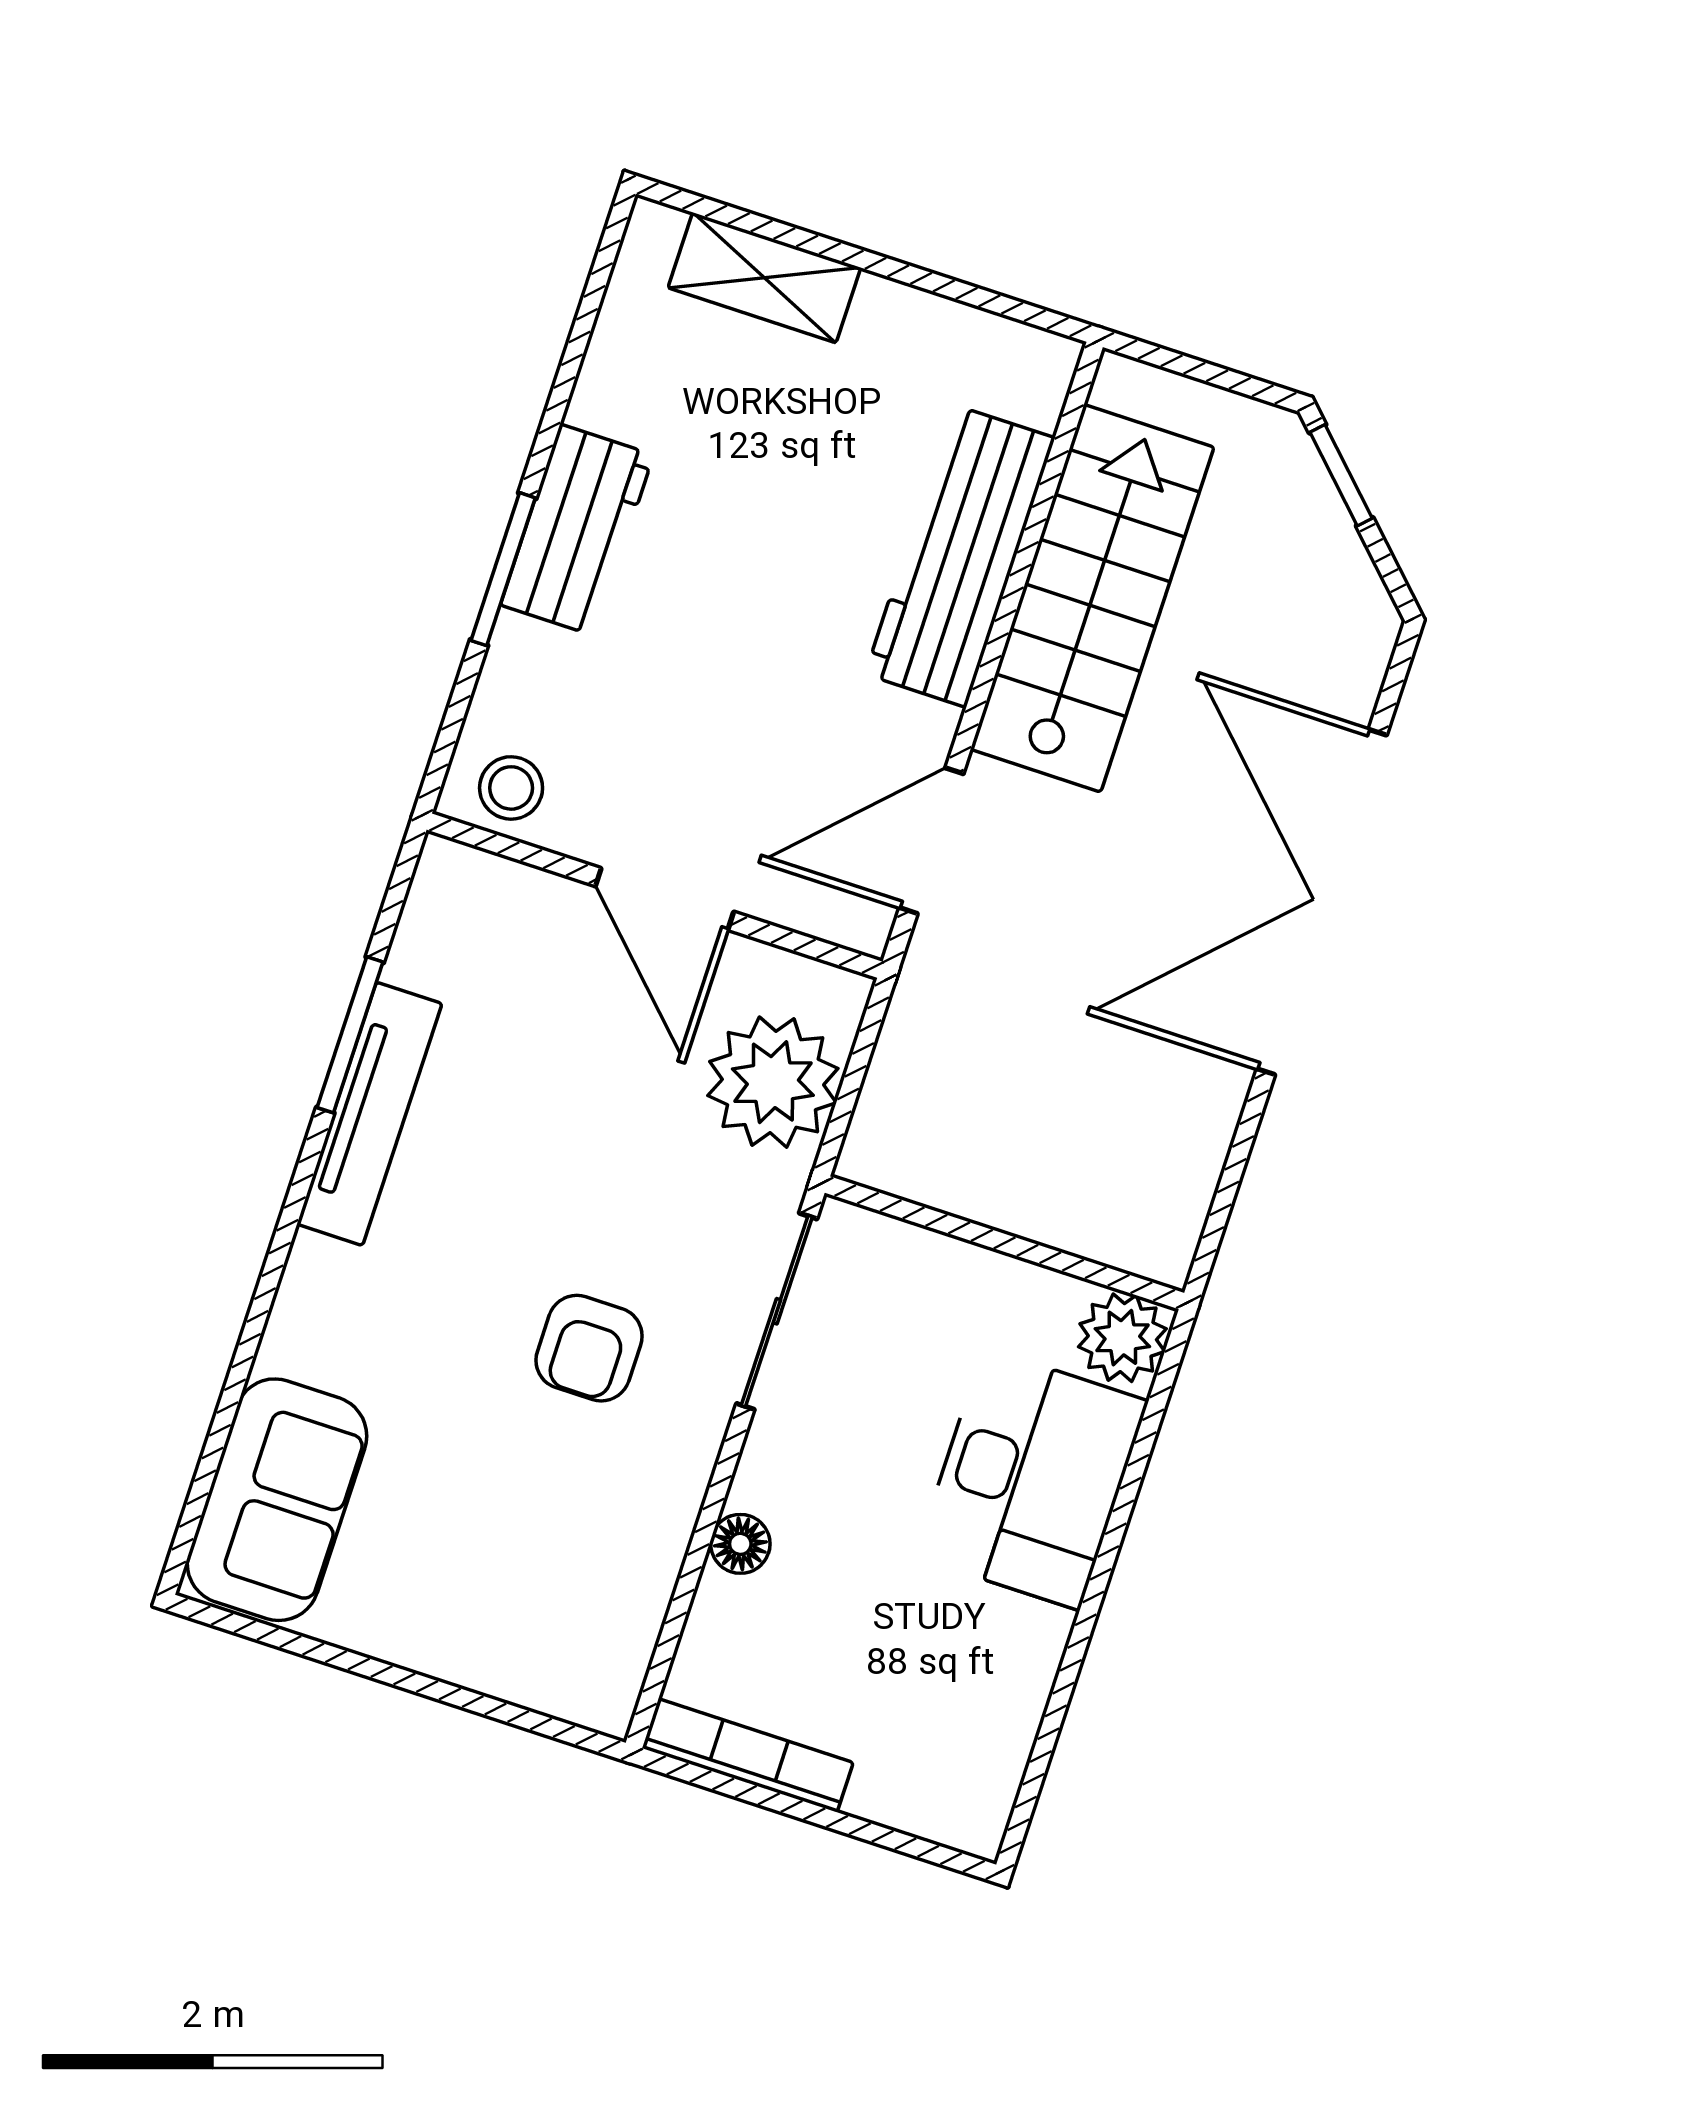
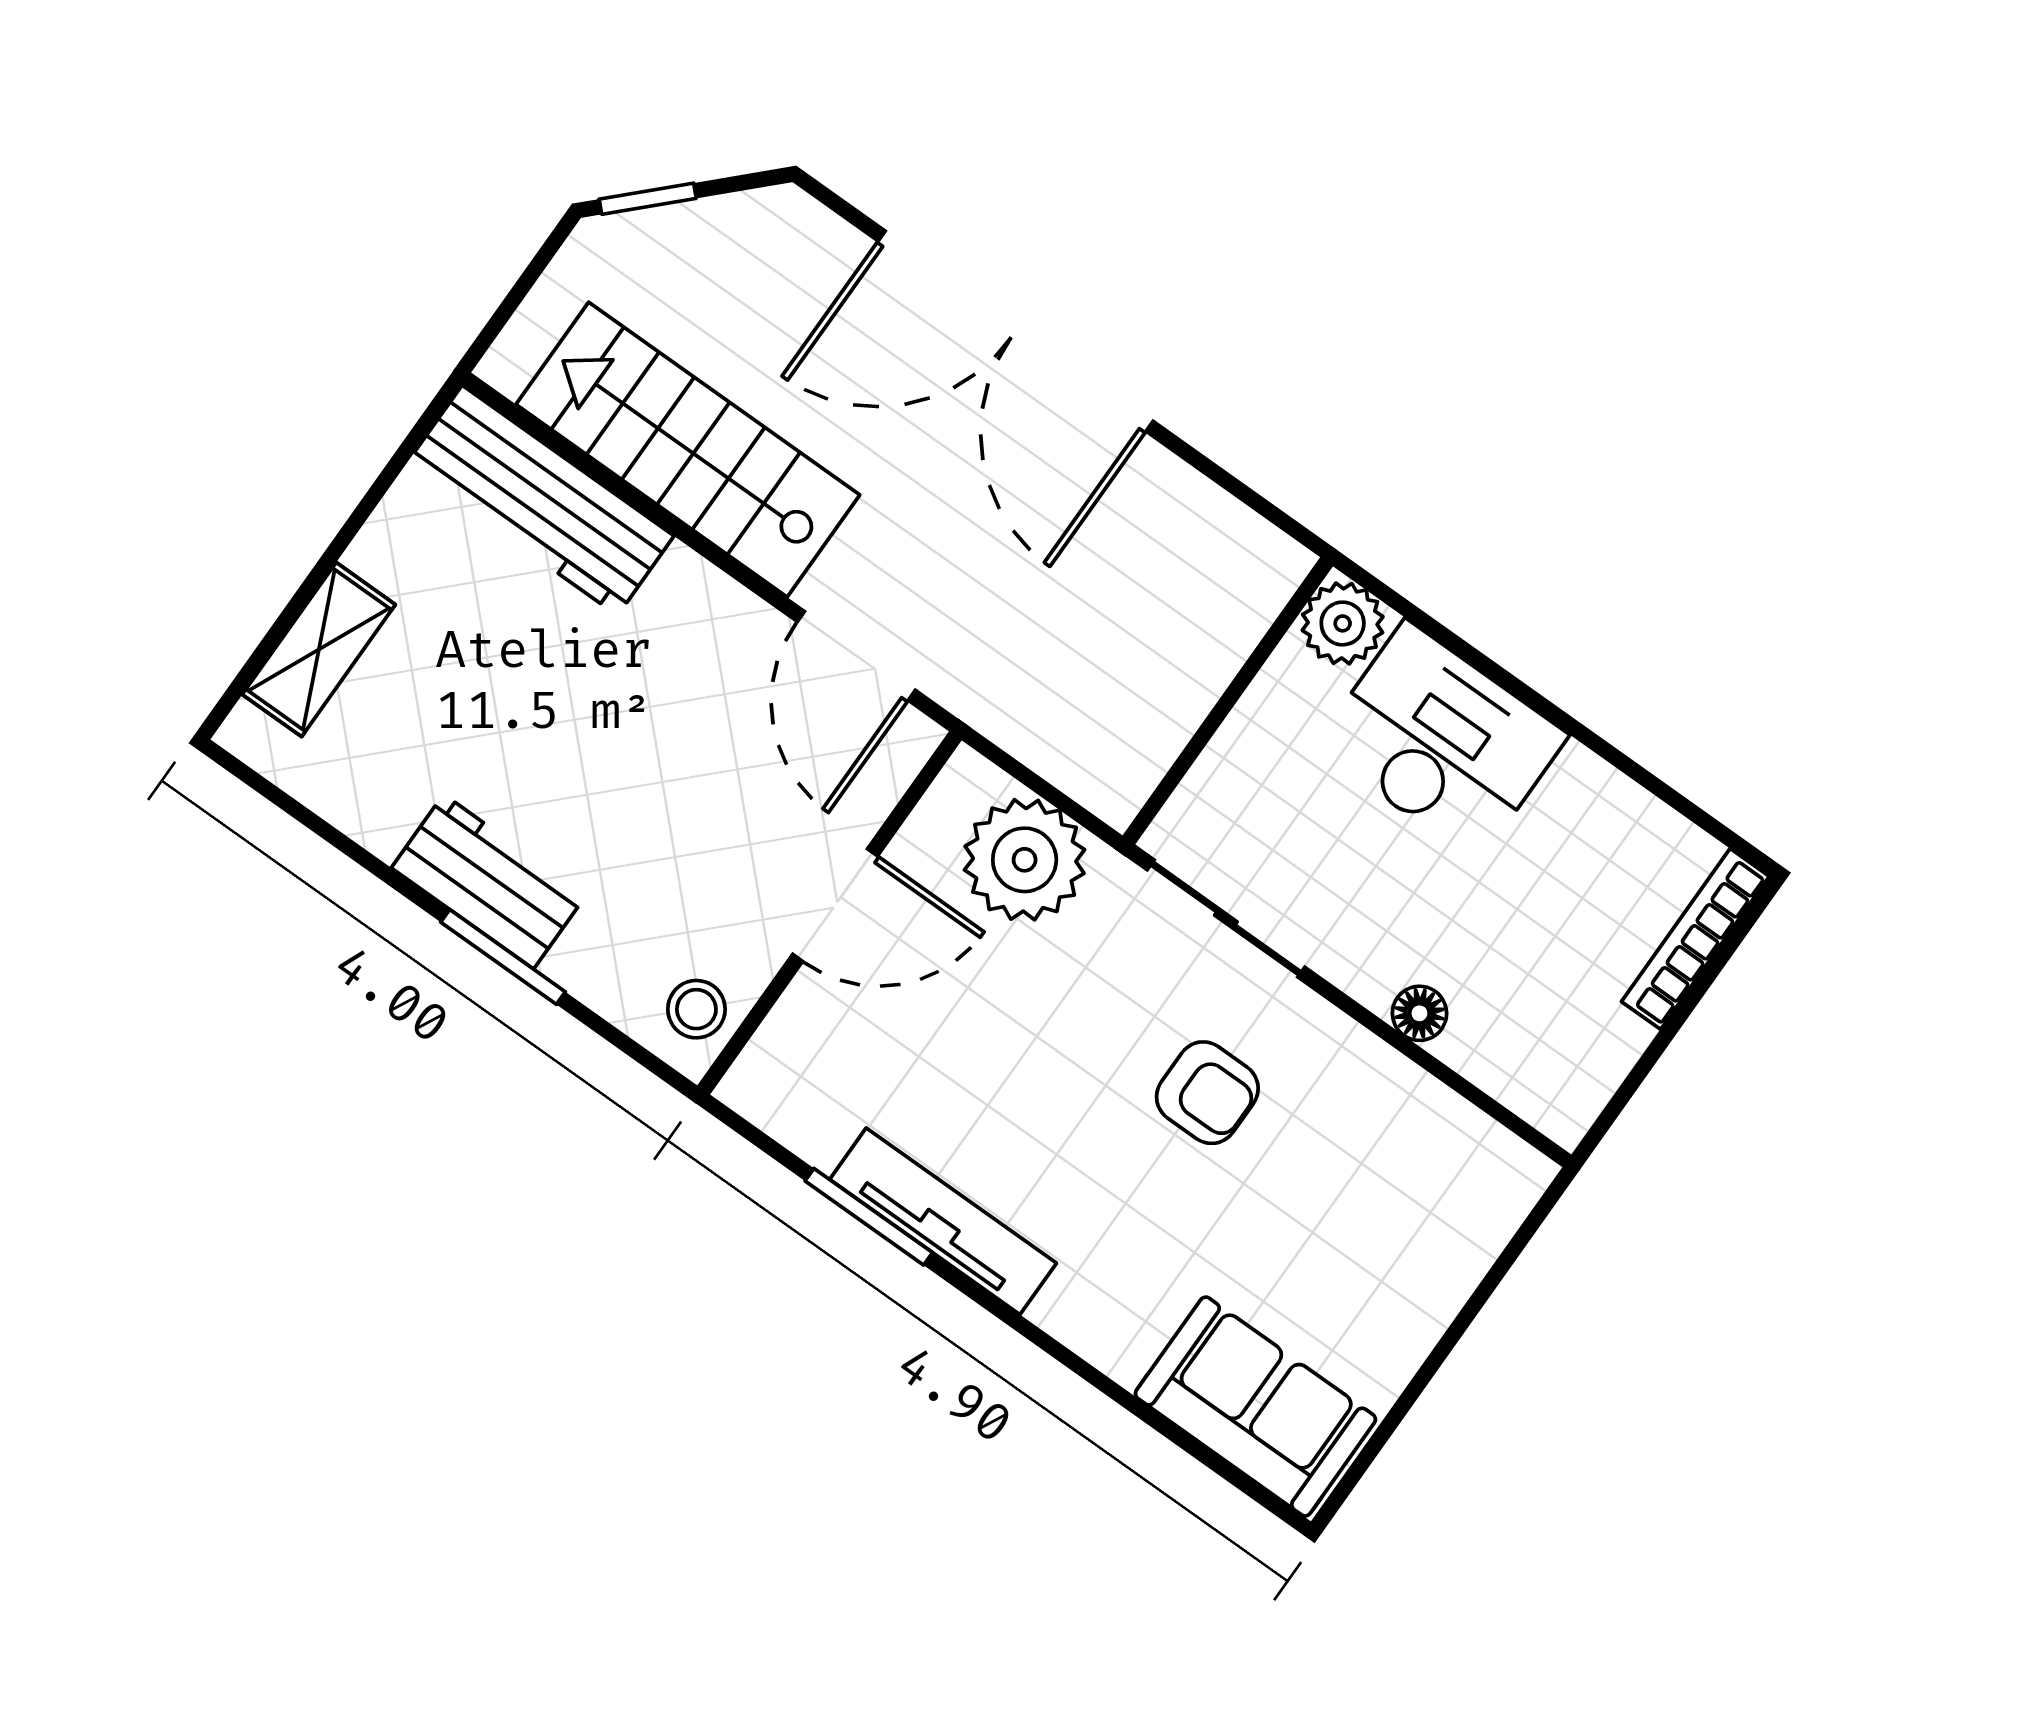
workbench: (960, 556) -> (540, 500), moved
bookcase: (748, 1755) -> (1695, 939), moved

